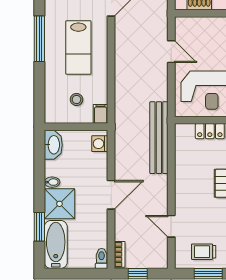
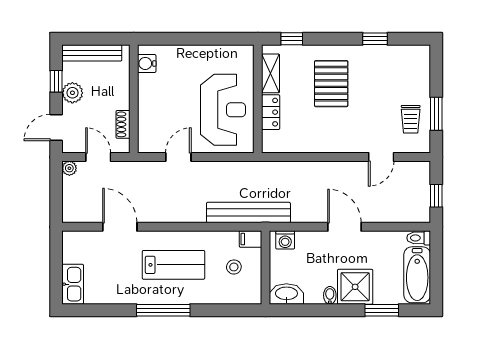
bench: (159, 138) -> (248, 213), moved
bathtub: (56, 244) -> (417, 275), moved, turned -90
bookcase: (120, 254) -> (414, 217), removed

